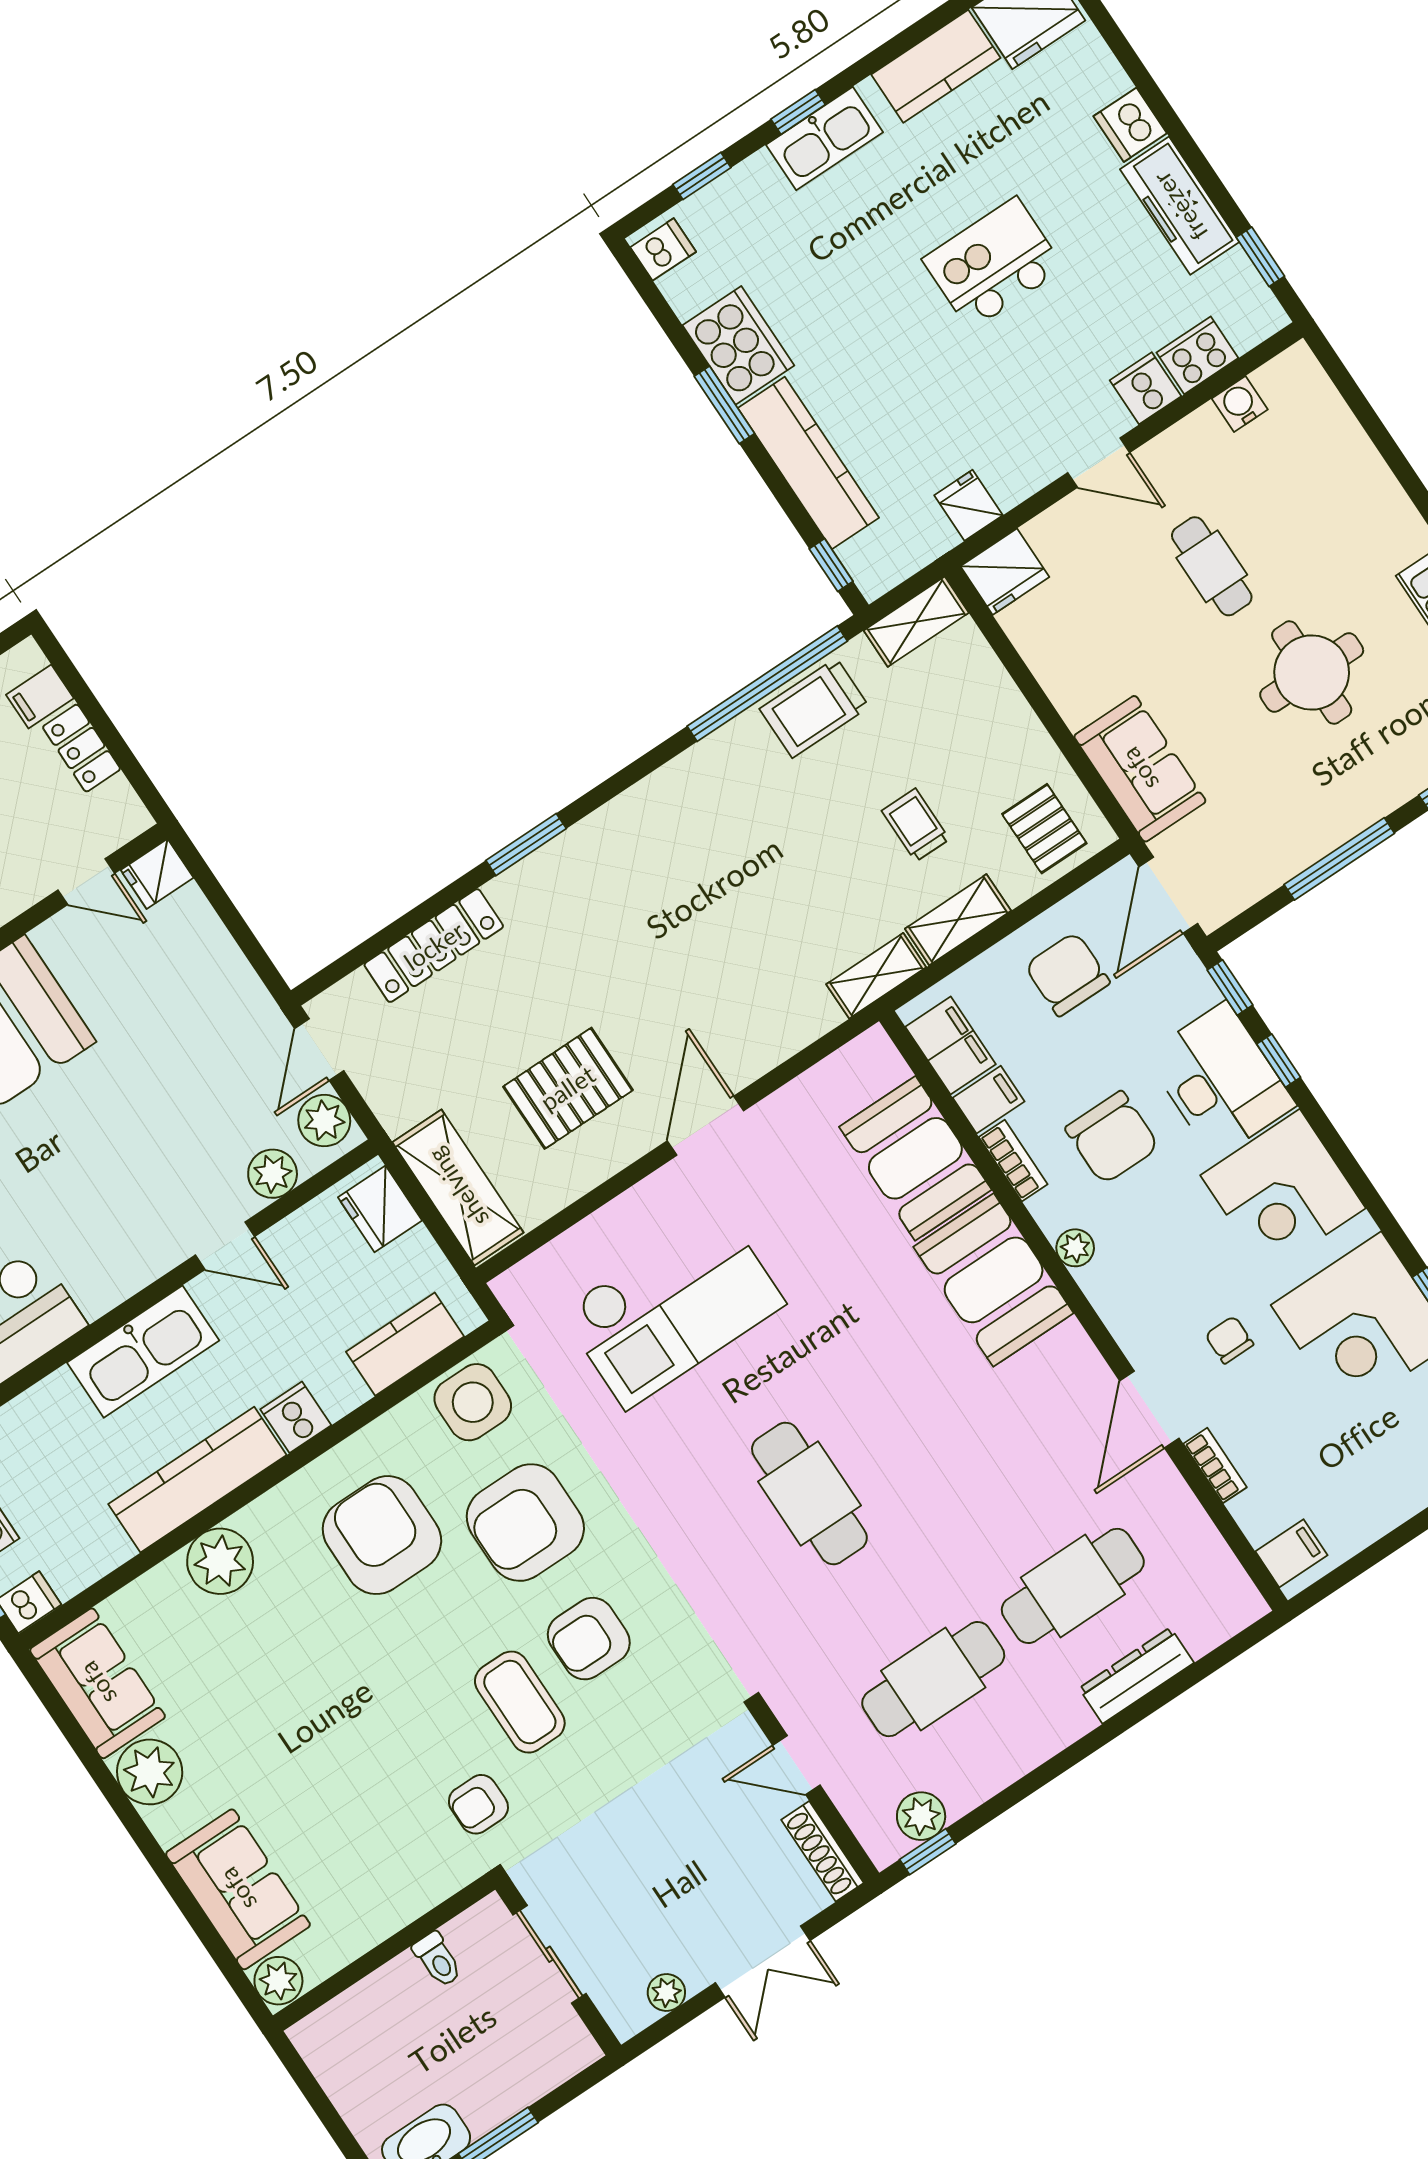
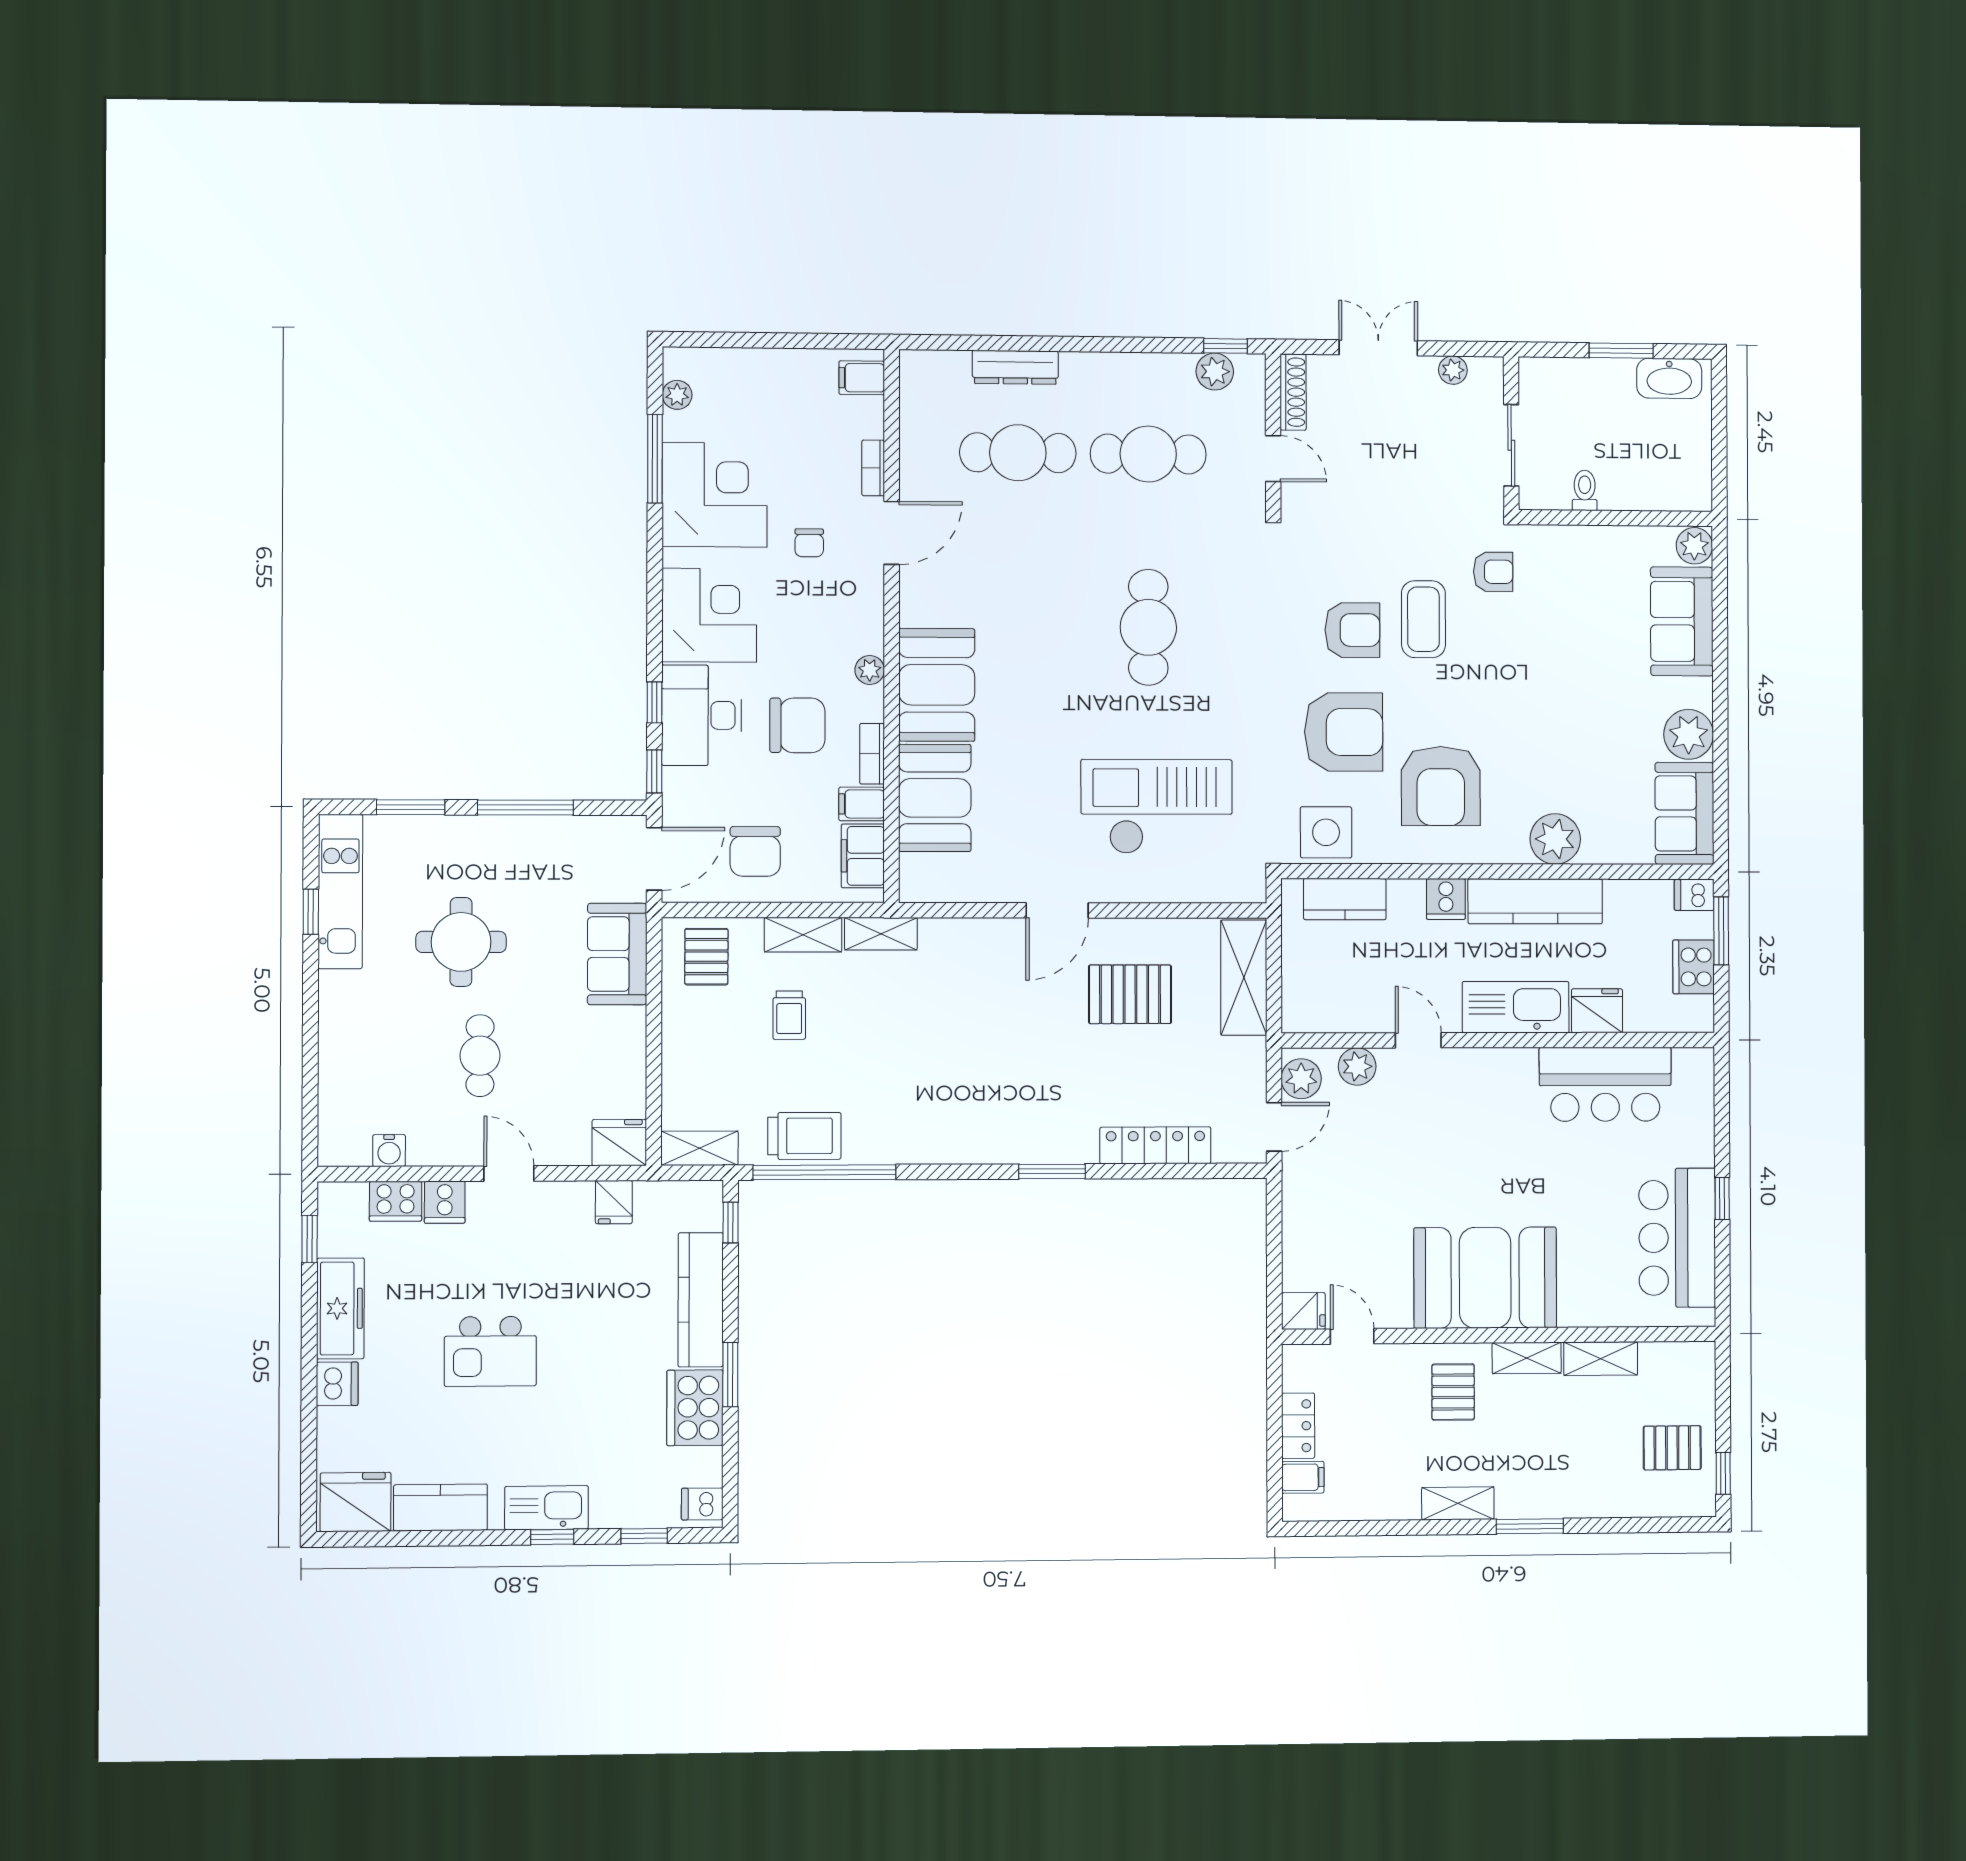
chair: (1112, 1138) -> (797, 725), turned 90
fridge: (380, 1209) -> (1597, 1011), moved, turned -90

